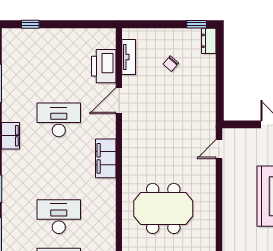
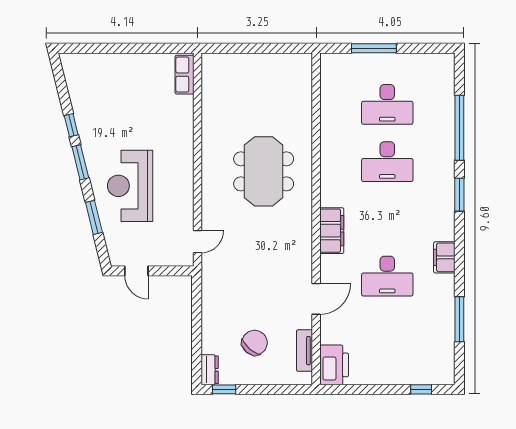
chair: (171, 64) -> (255, 343), width x1.87, depth x1.87
printer: (104, 66) -> (334, 365), moved
meeting table: (163, 208) -> (264, 171), turned 90

